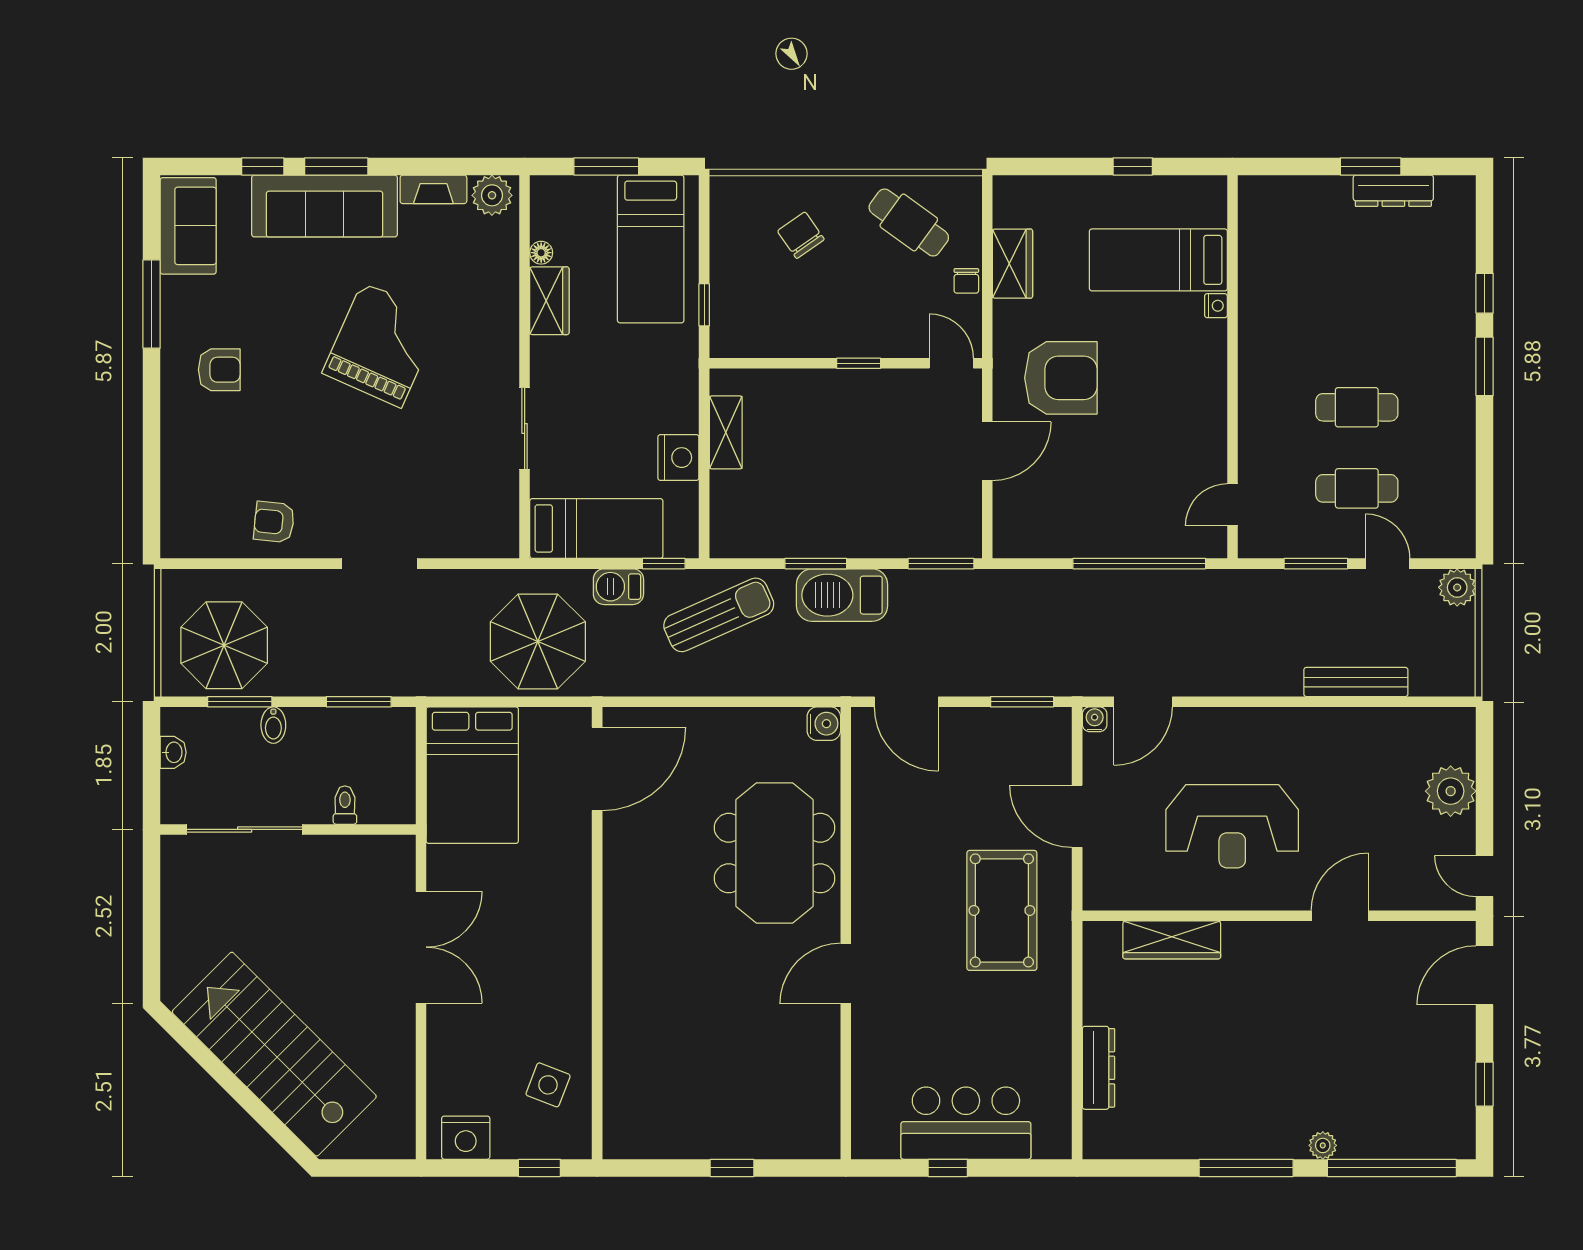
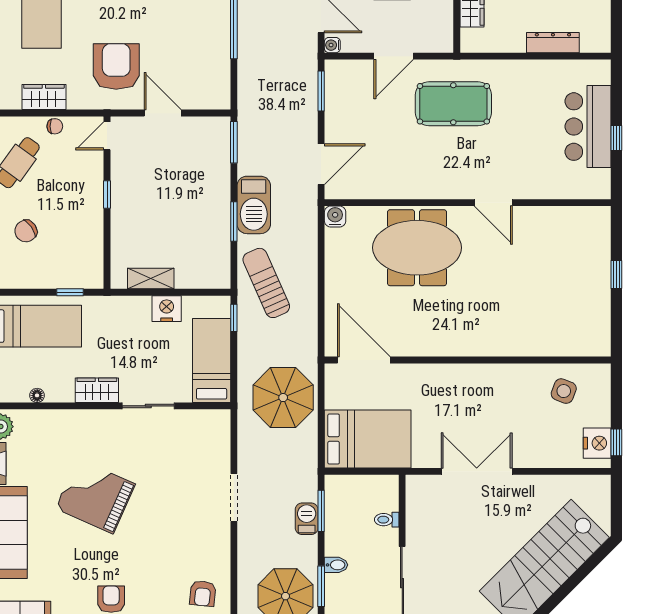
wardrobe: (549, 301) -> (97, 390), moved
armchair: (274, 522) -> (203, 593), moved
barbecue: (618, 587) -> (307, 519), moved, turned 180
window: (539, 1168) -> (616, 442), moved

